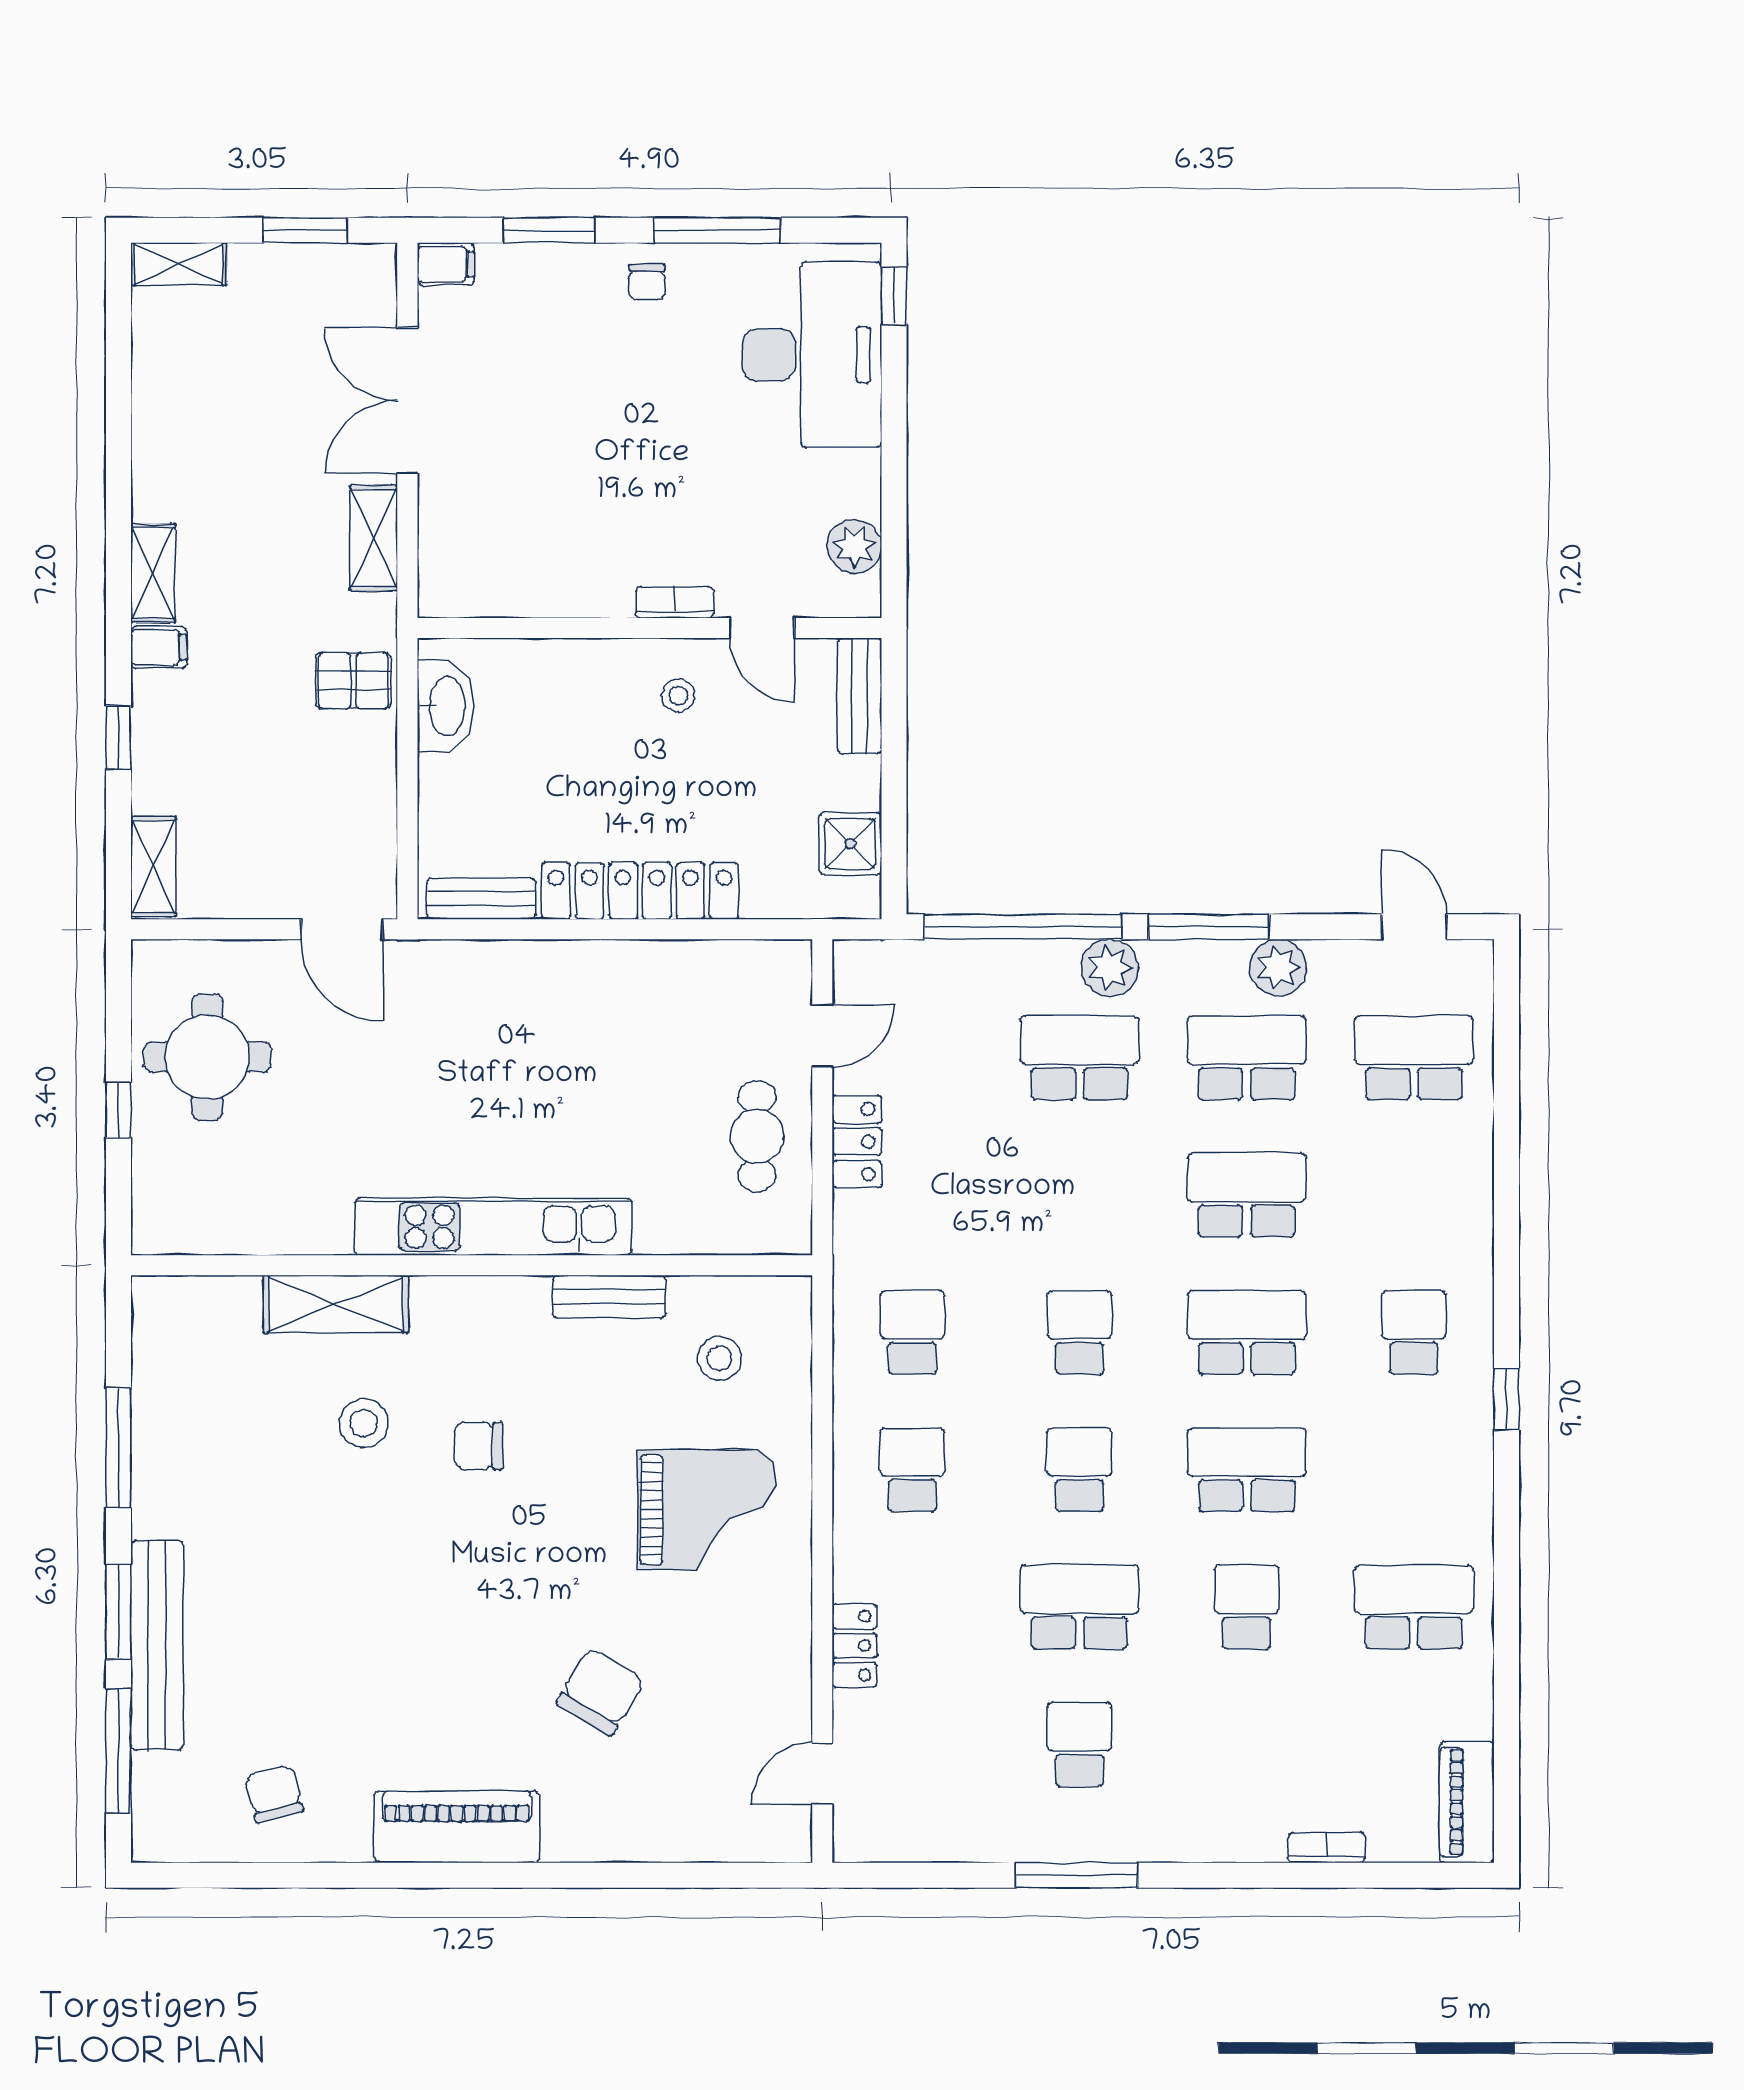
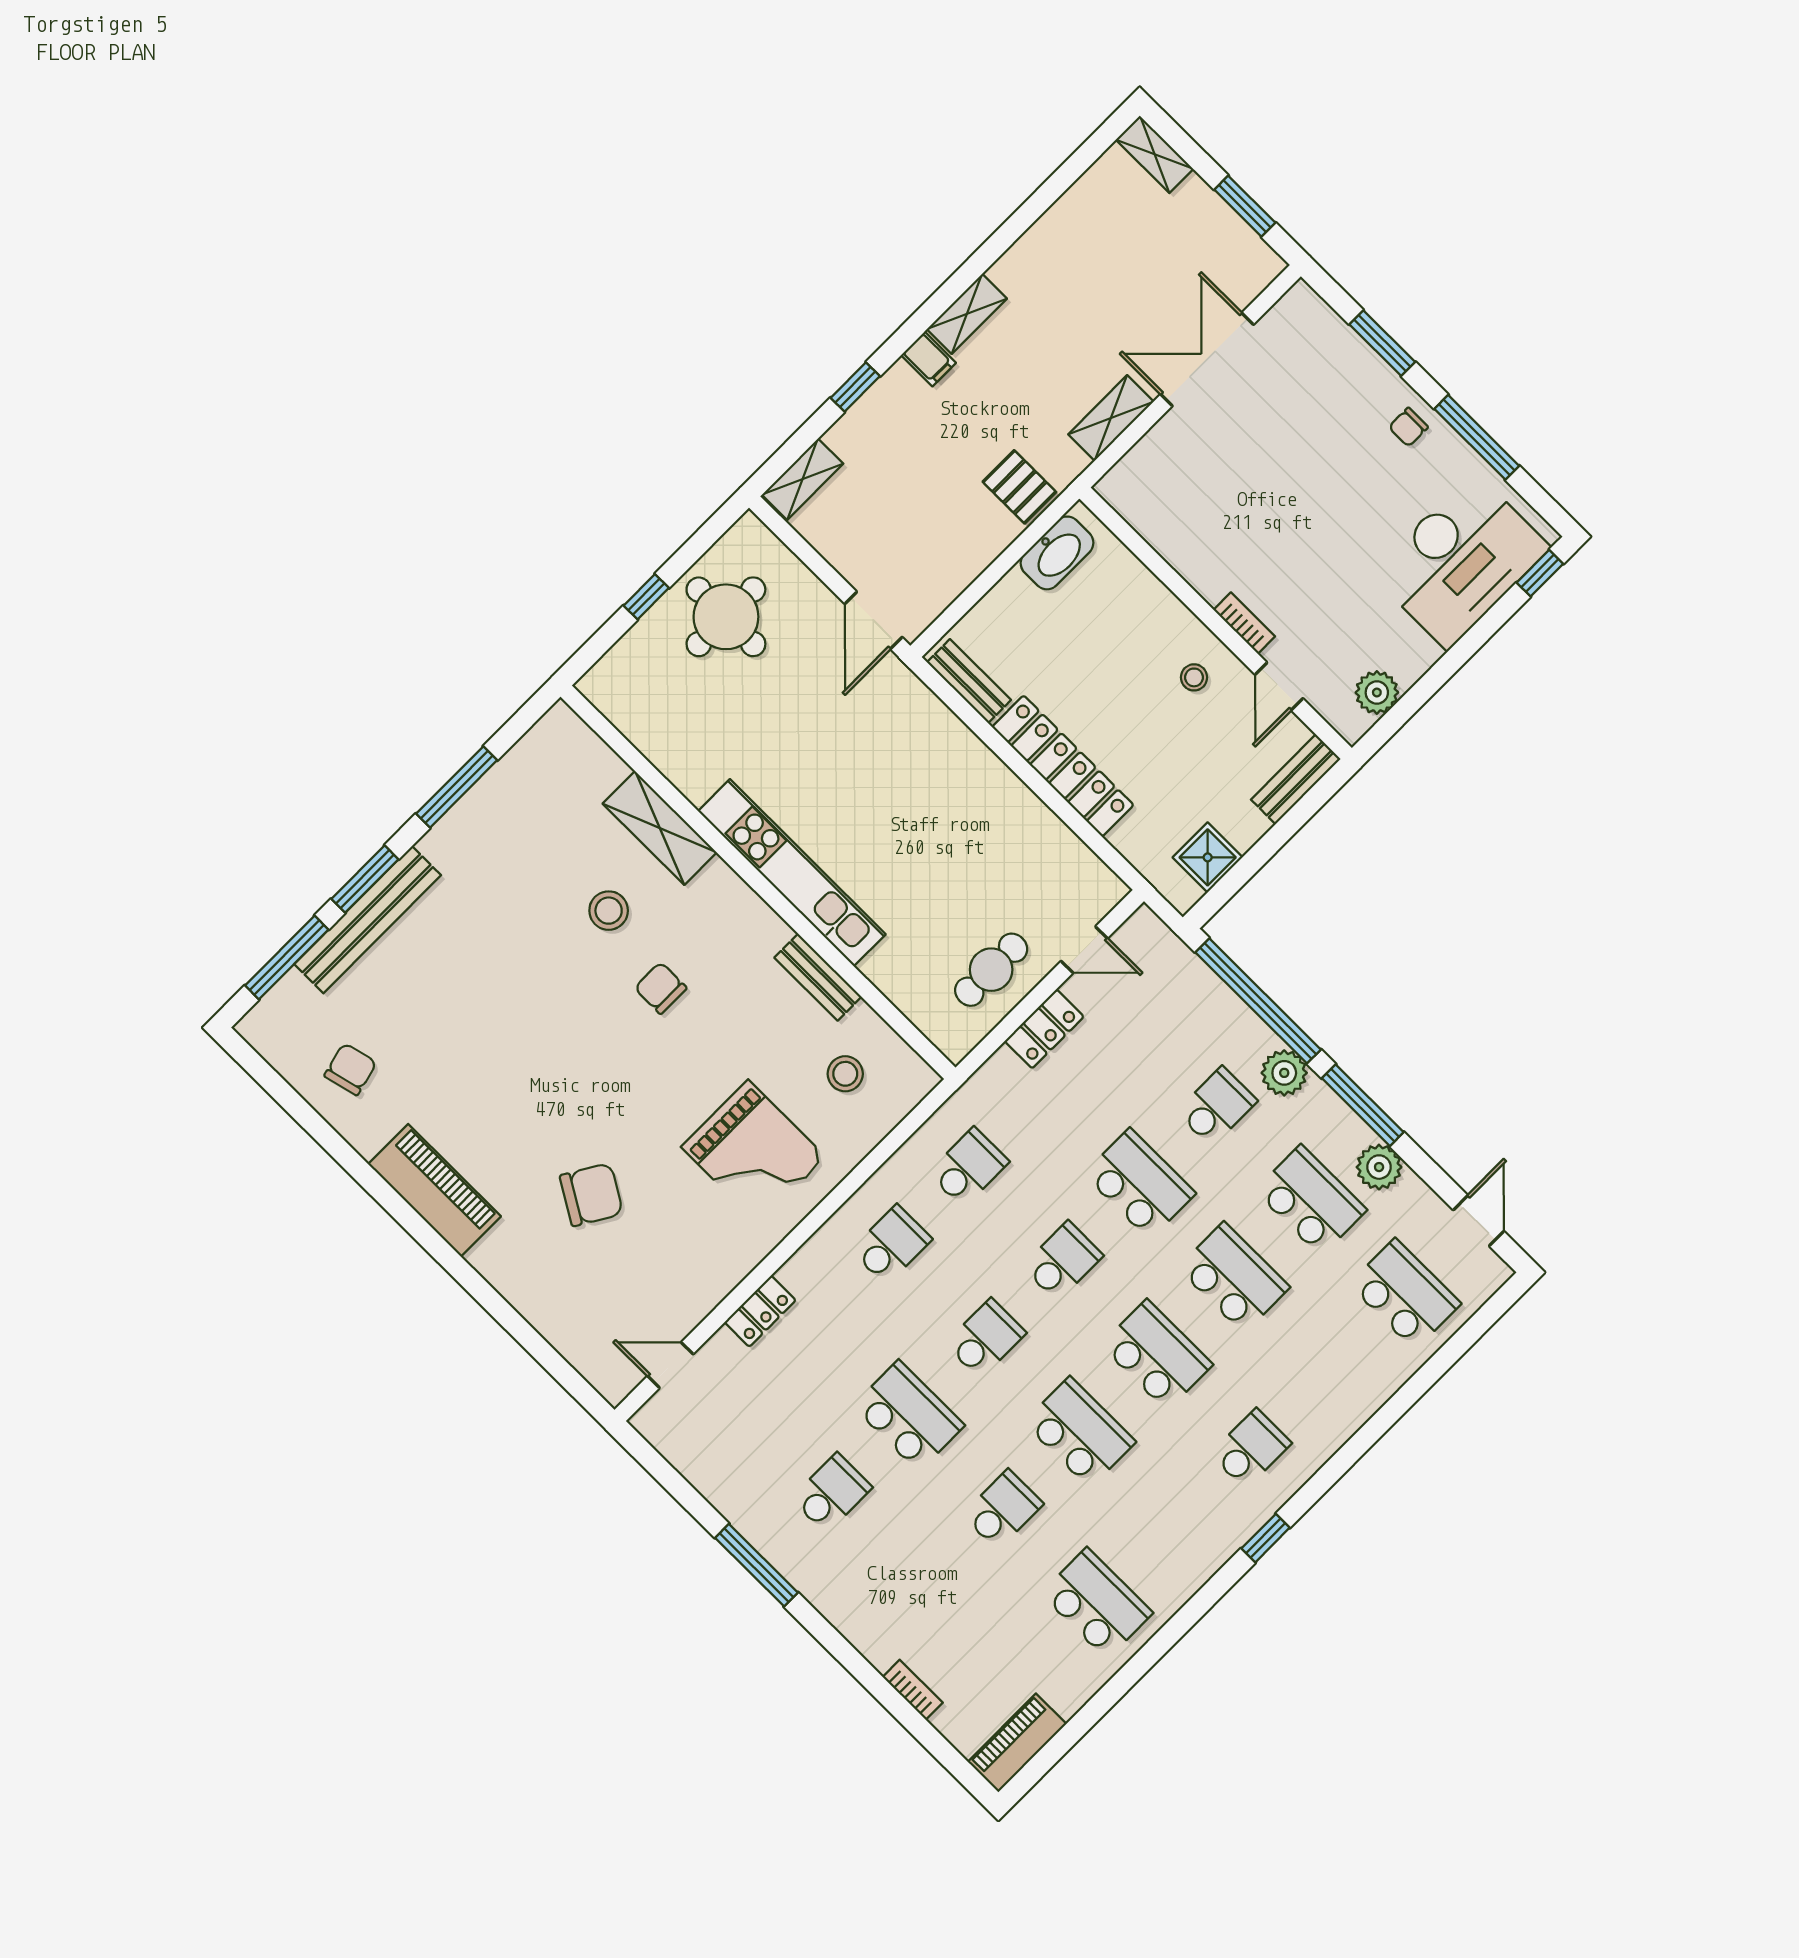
filing cabinet: (446, 264) -> (1305, 304), removed
school desk: (1080, 1058) -> (1217, 1107), width x0.54
school desk: (1080, 1195) -> (1140, 1184), added

